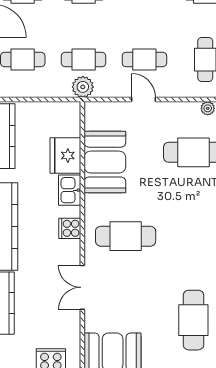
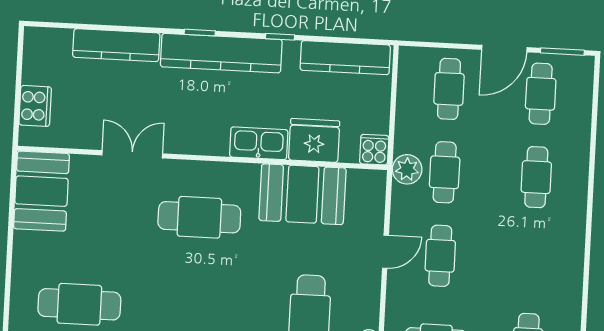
kitchen sink: (70, 190) -> (259, 143), width x1.38
cooker: (70, 228) -> (374, 150), moved
cafe table: (126, 236) -> (199, 217), turned 90

